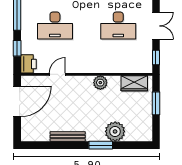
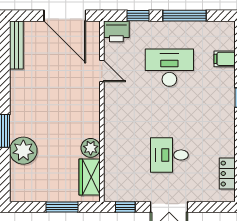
desk: (55, 26) -> (169, 68), turned 90
desk: (118, 26) -> (169, 155), width x0.73
plant: (100, 83) -> (91, 148), moved
bench: (68, 136) -> (16, 45), moved

